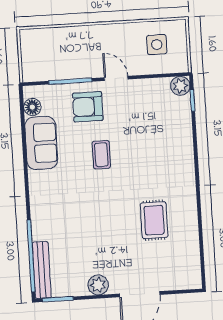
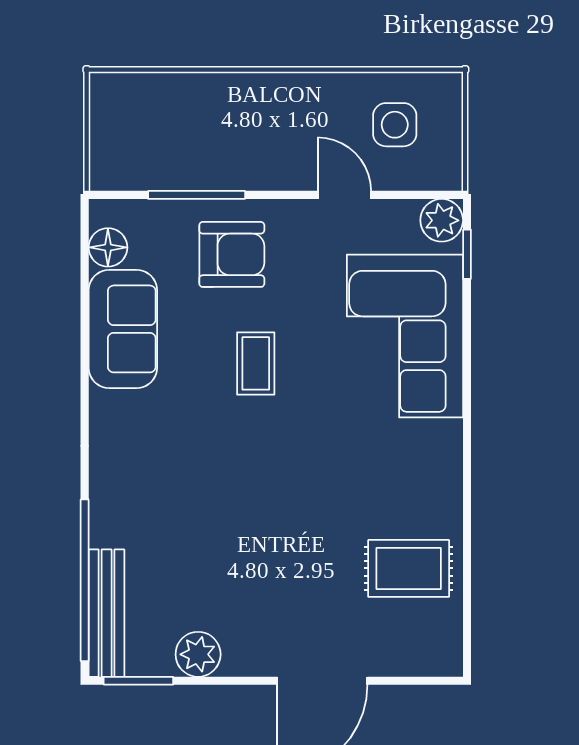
door: (116, 78) -> (344, 195), moved
armchair: (88, 107) -> (232, 254), turned 180
corner sofa: (167, 138) -> (405, 336), added
rug: (154, 220) -> (409, 568), moved, turned 90
plant: (98, 285) -> (198, 654), moved

